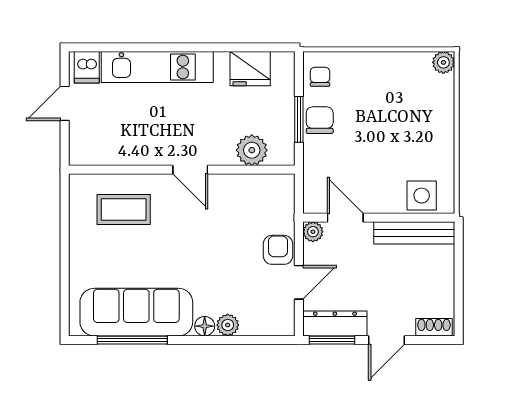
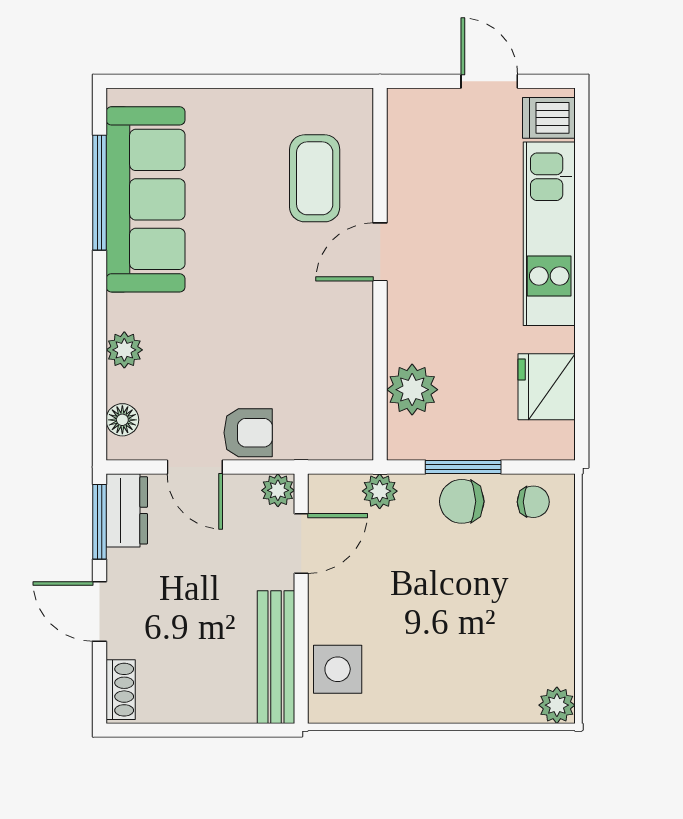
chair: (320, 120) -> (462, 501), turned 180
door: (190, 170) -> (380, 252), moved
plant: (314, 170) -> (380, 491), added
dresser: (335, 324) -> (127, 510), width x0.70
floor lamp: (205, 326) -> (122, 420), moved

